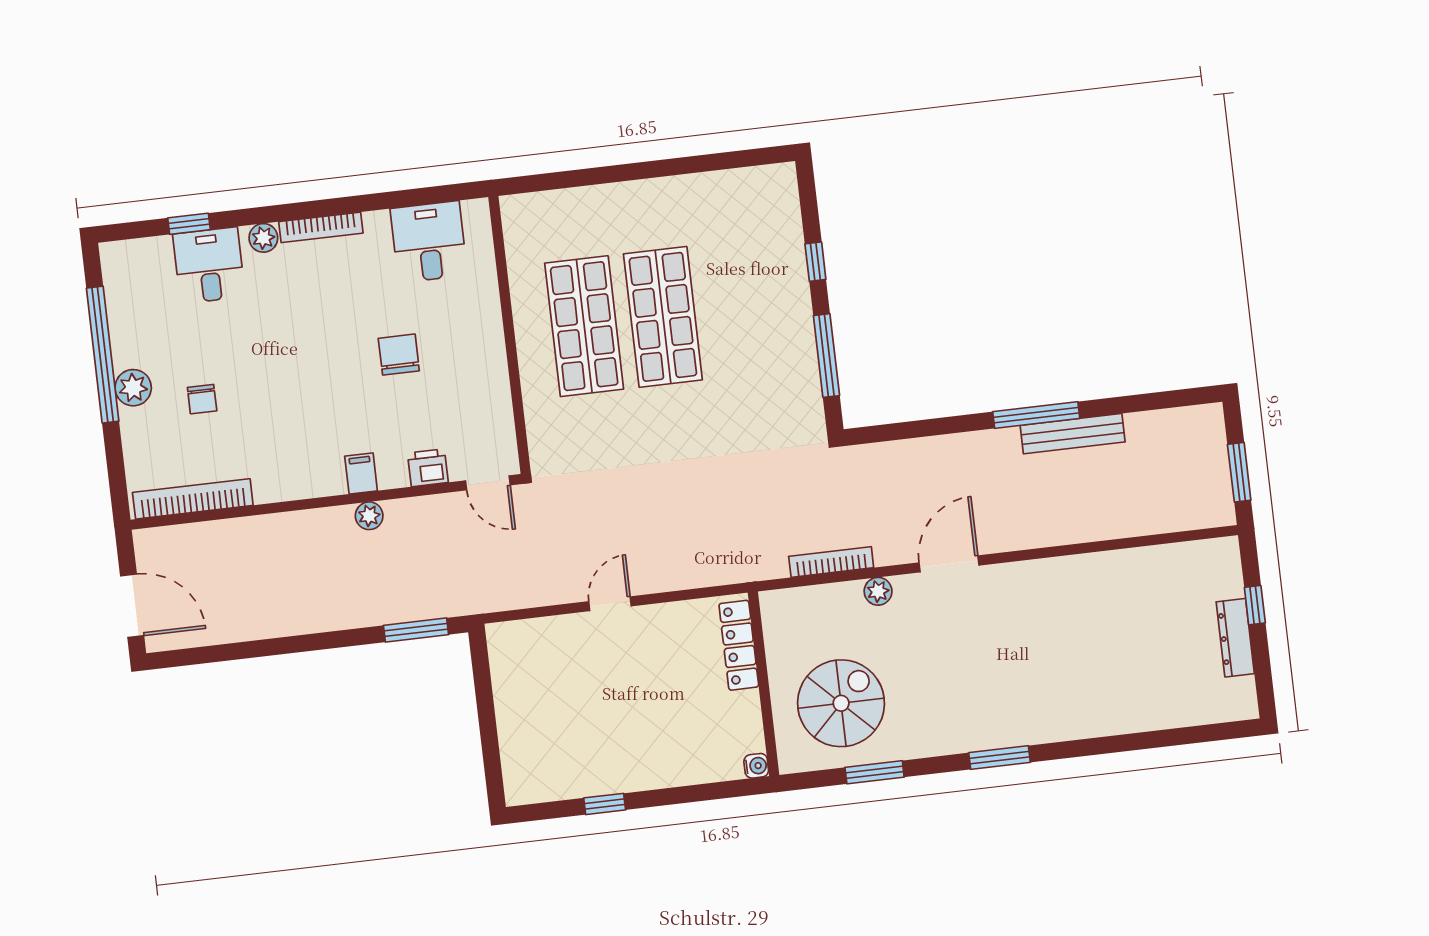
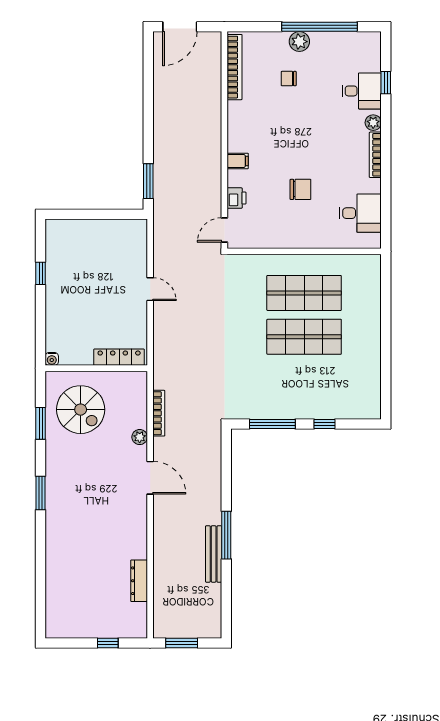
plant: (369, 516) -> (214, 163), removed
dresser: (1235, 638) -> (139, 581), moved, turned -90

